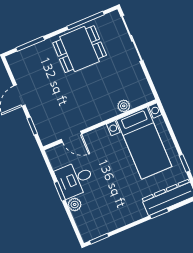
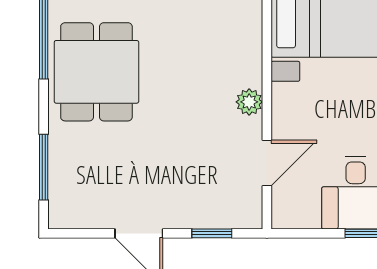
plant: (124, 106) -> (249, 102), moved

